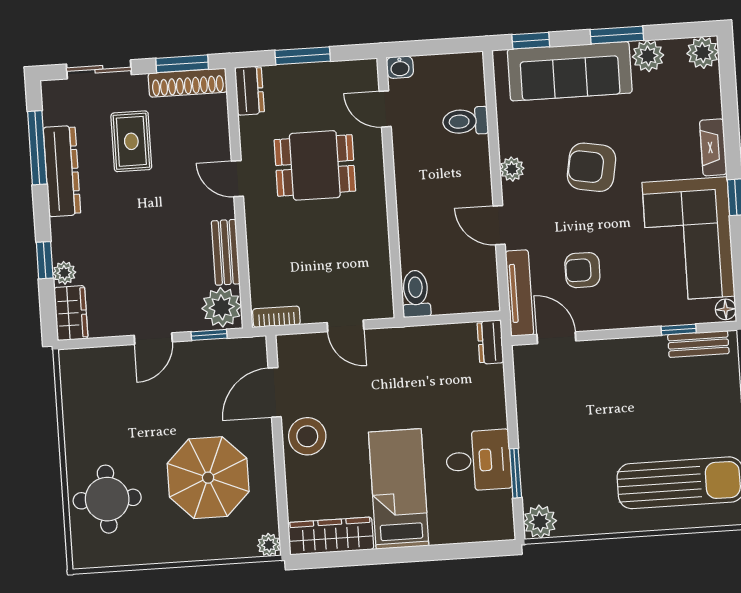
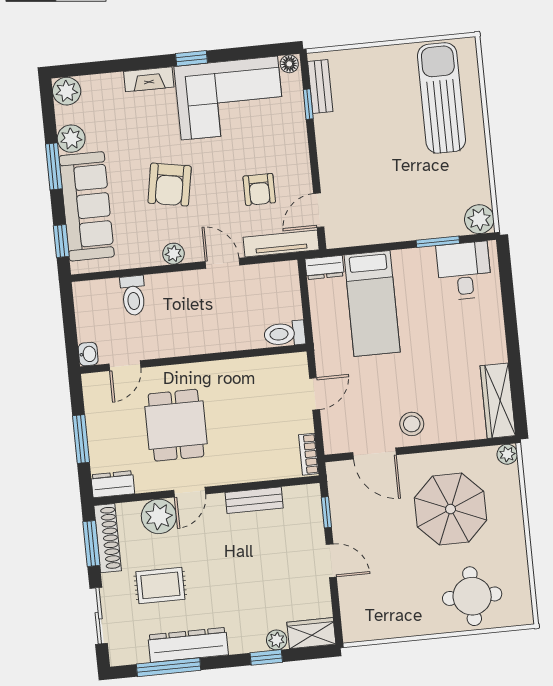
door: (499, 225) -> (223, 263), swing flipped
plant: (222, 307) -> (159, 516), moved
stool: (307, 436) -> (412, 424), width x0.73, depth x0.73
desk: (478, 460) -> (464, 271), moved
bed: (399, 489) -> (372, 303), moved, turned -90

